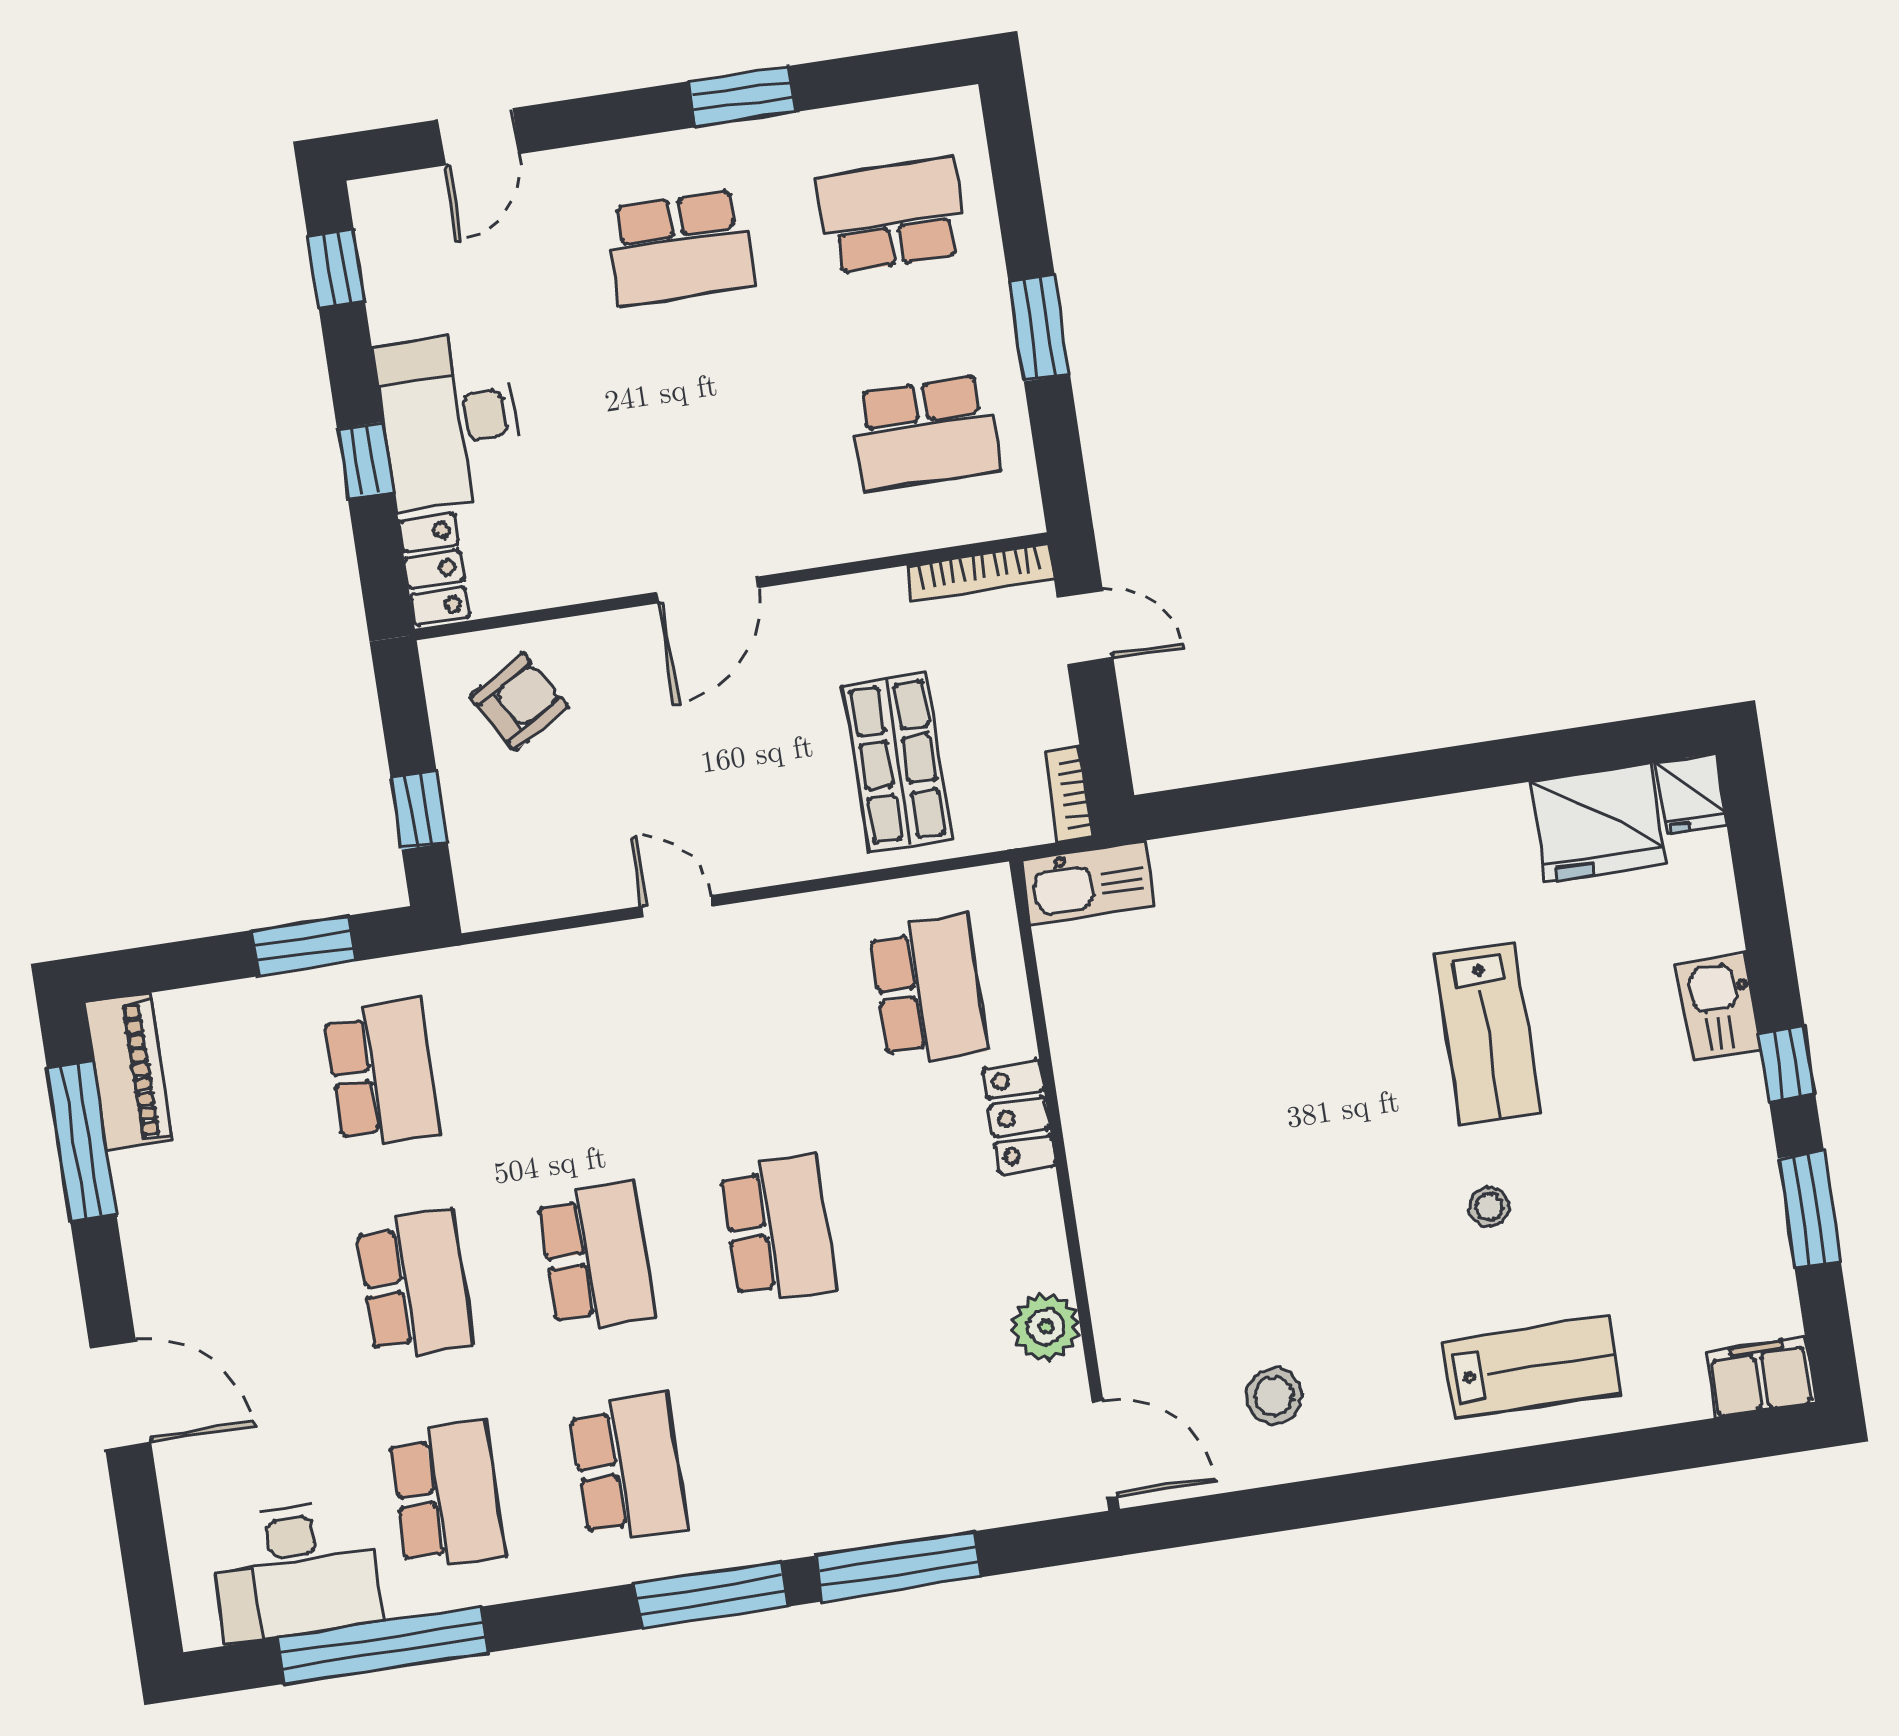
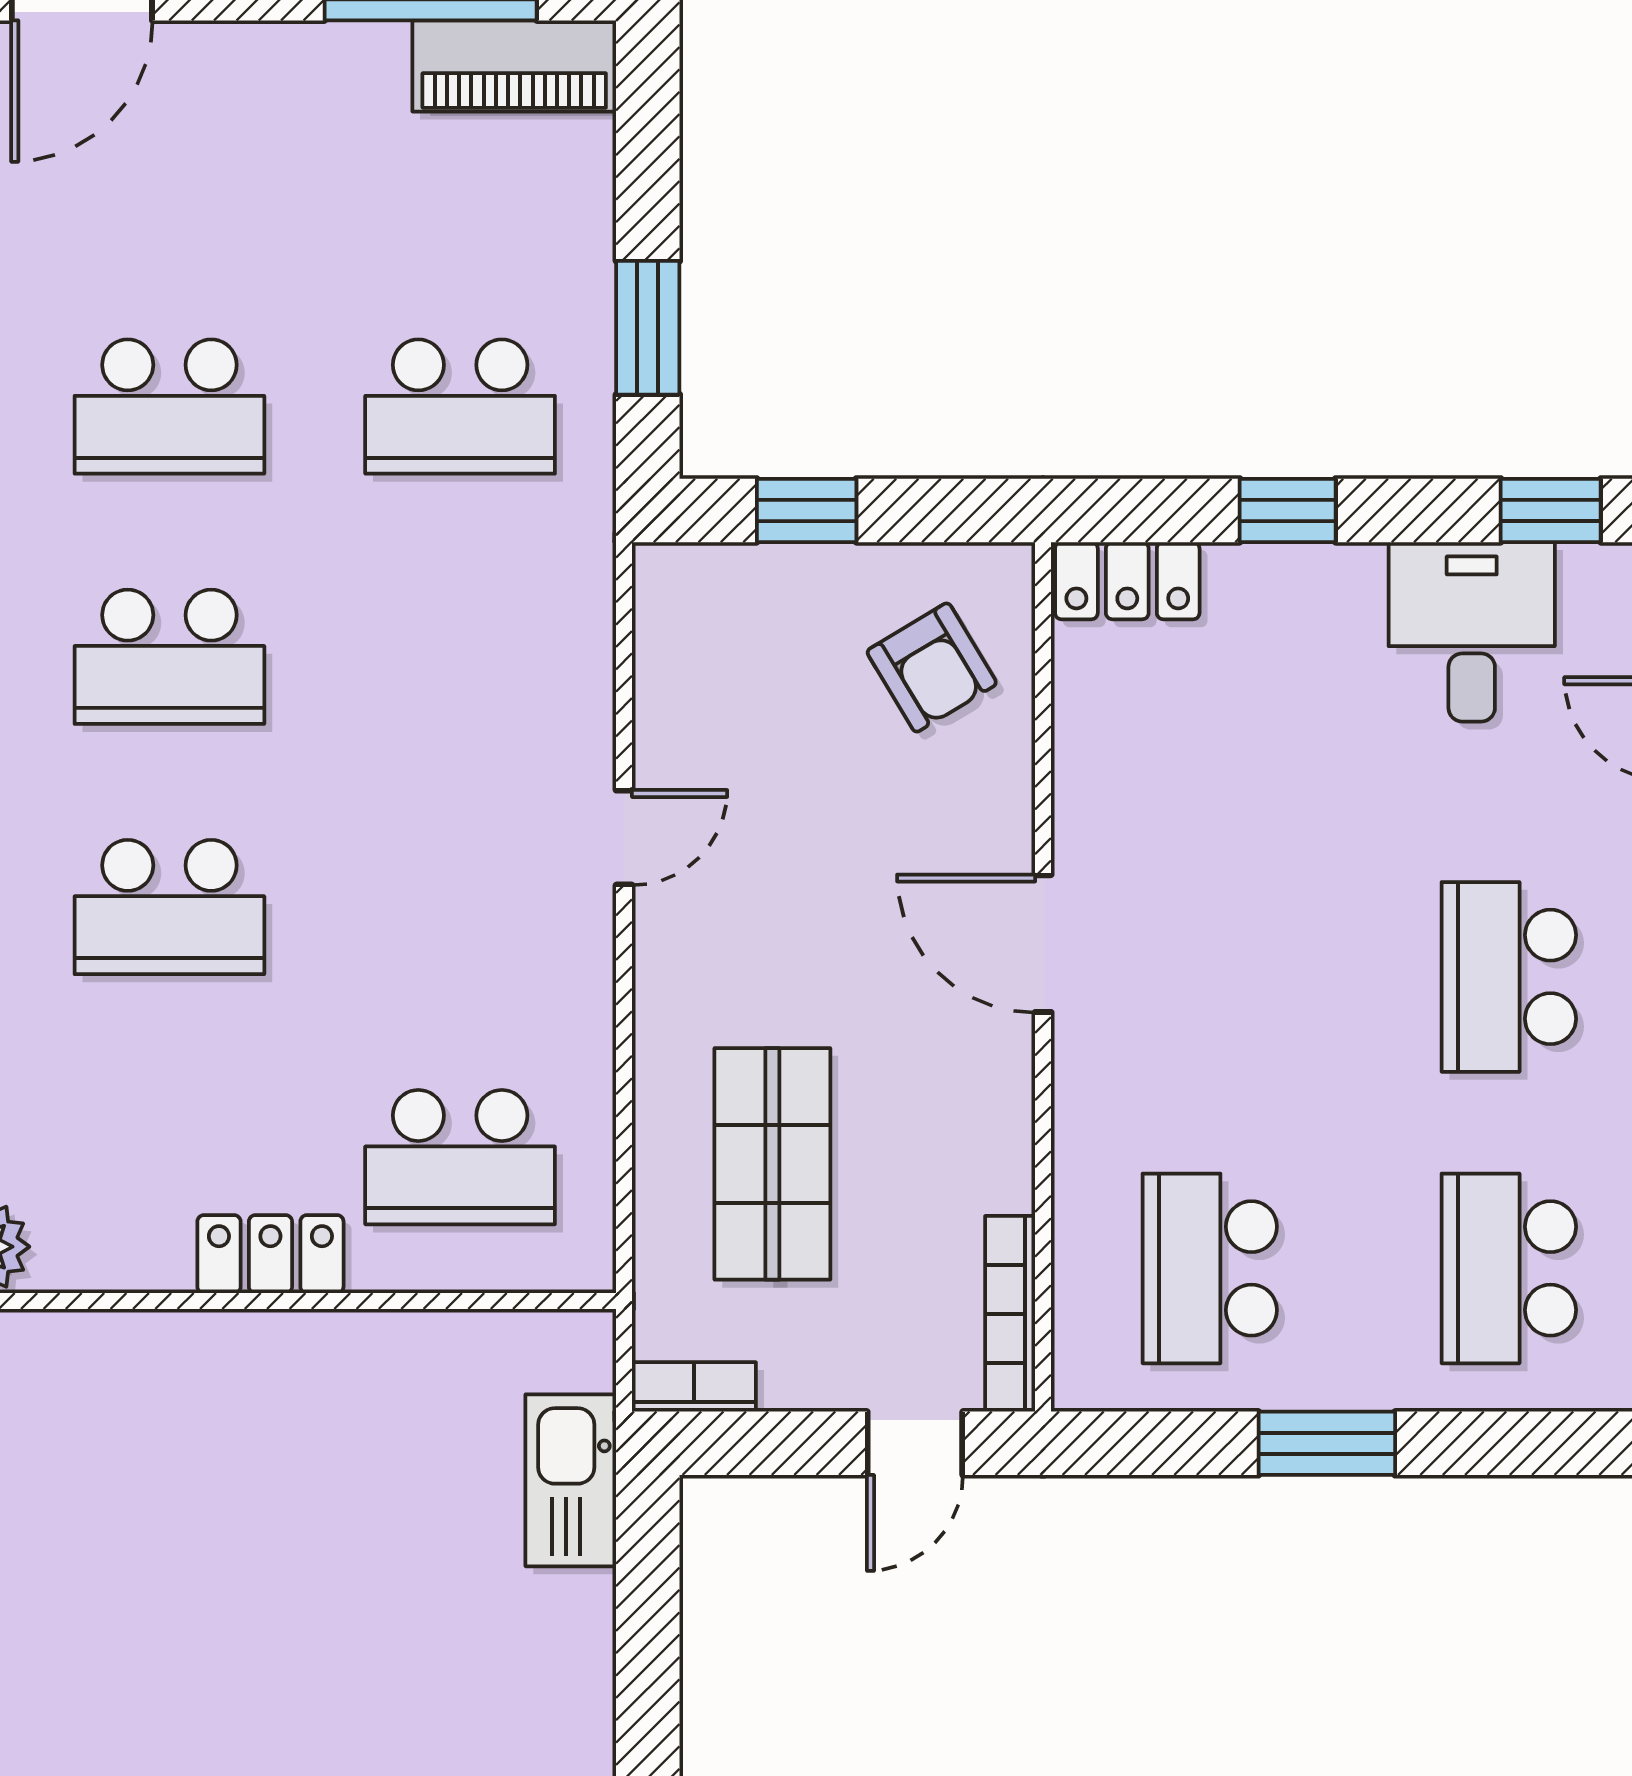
school desk: (892, 215) -> (1509, 1268), turned 180
desk: (450, 420) -> (1472, 632), moved, width x0.73
shop shelf: (898, 762) -> (772, 1164), turned 90
kitchen sink: (1088, 883) -> (571, 1480), moved

